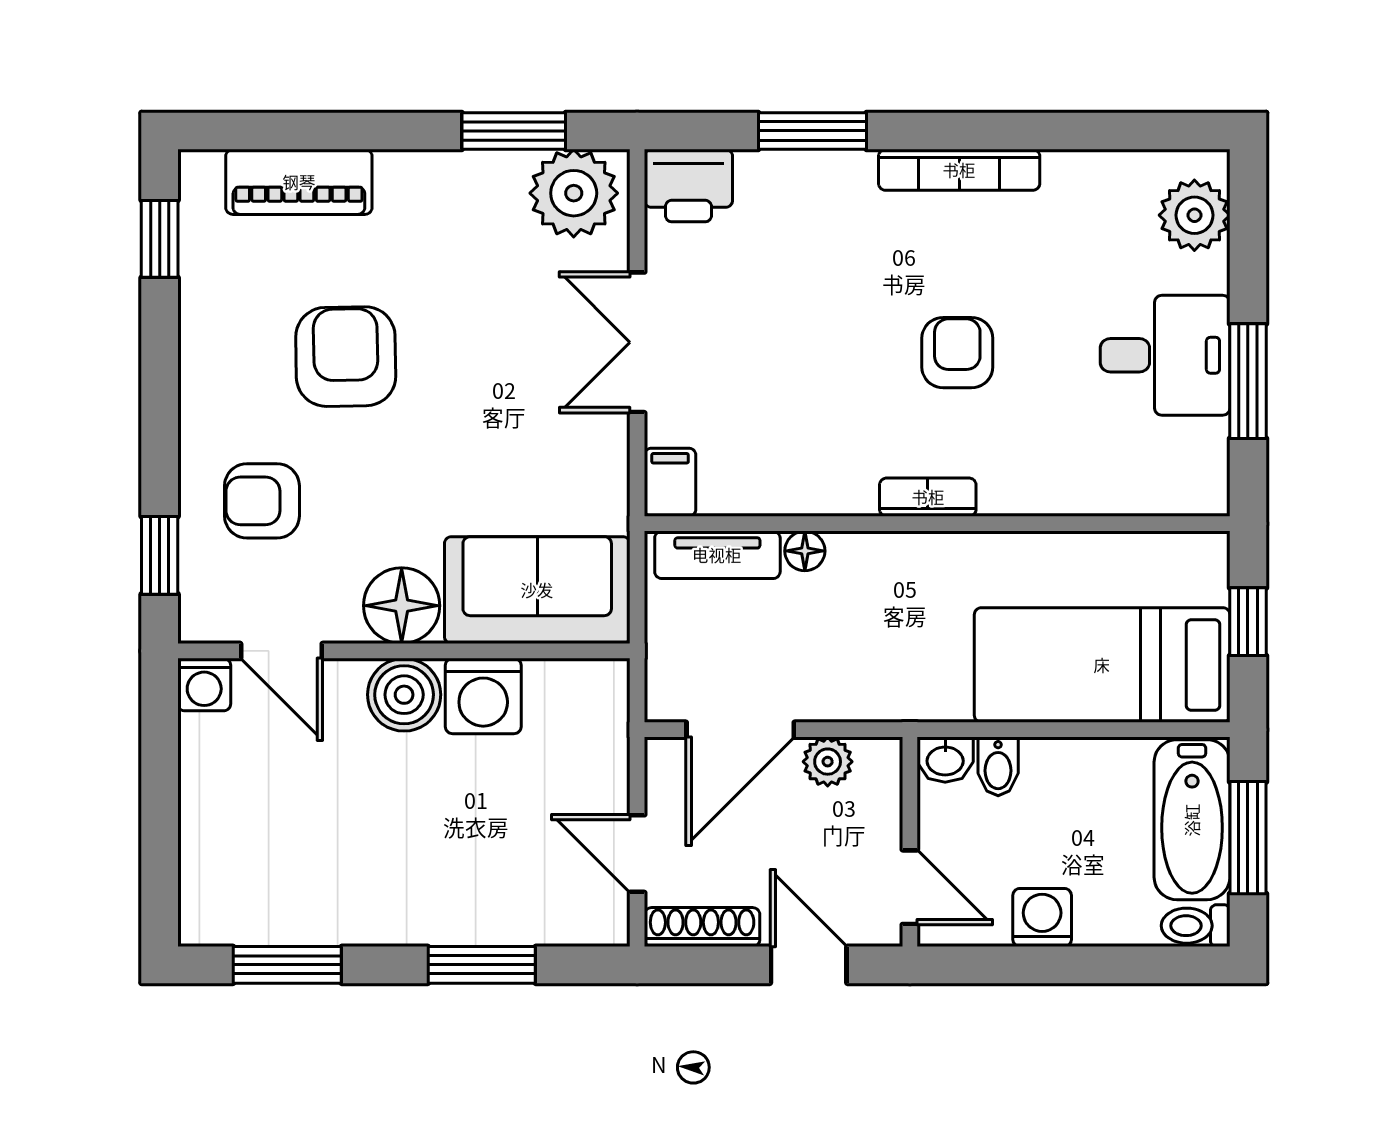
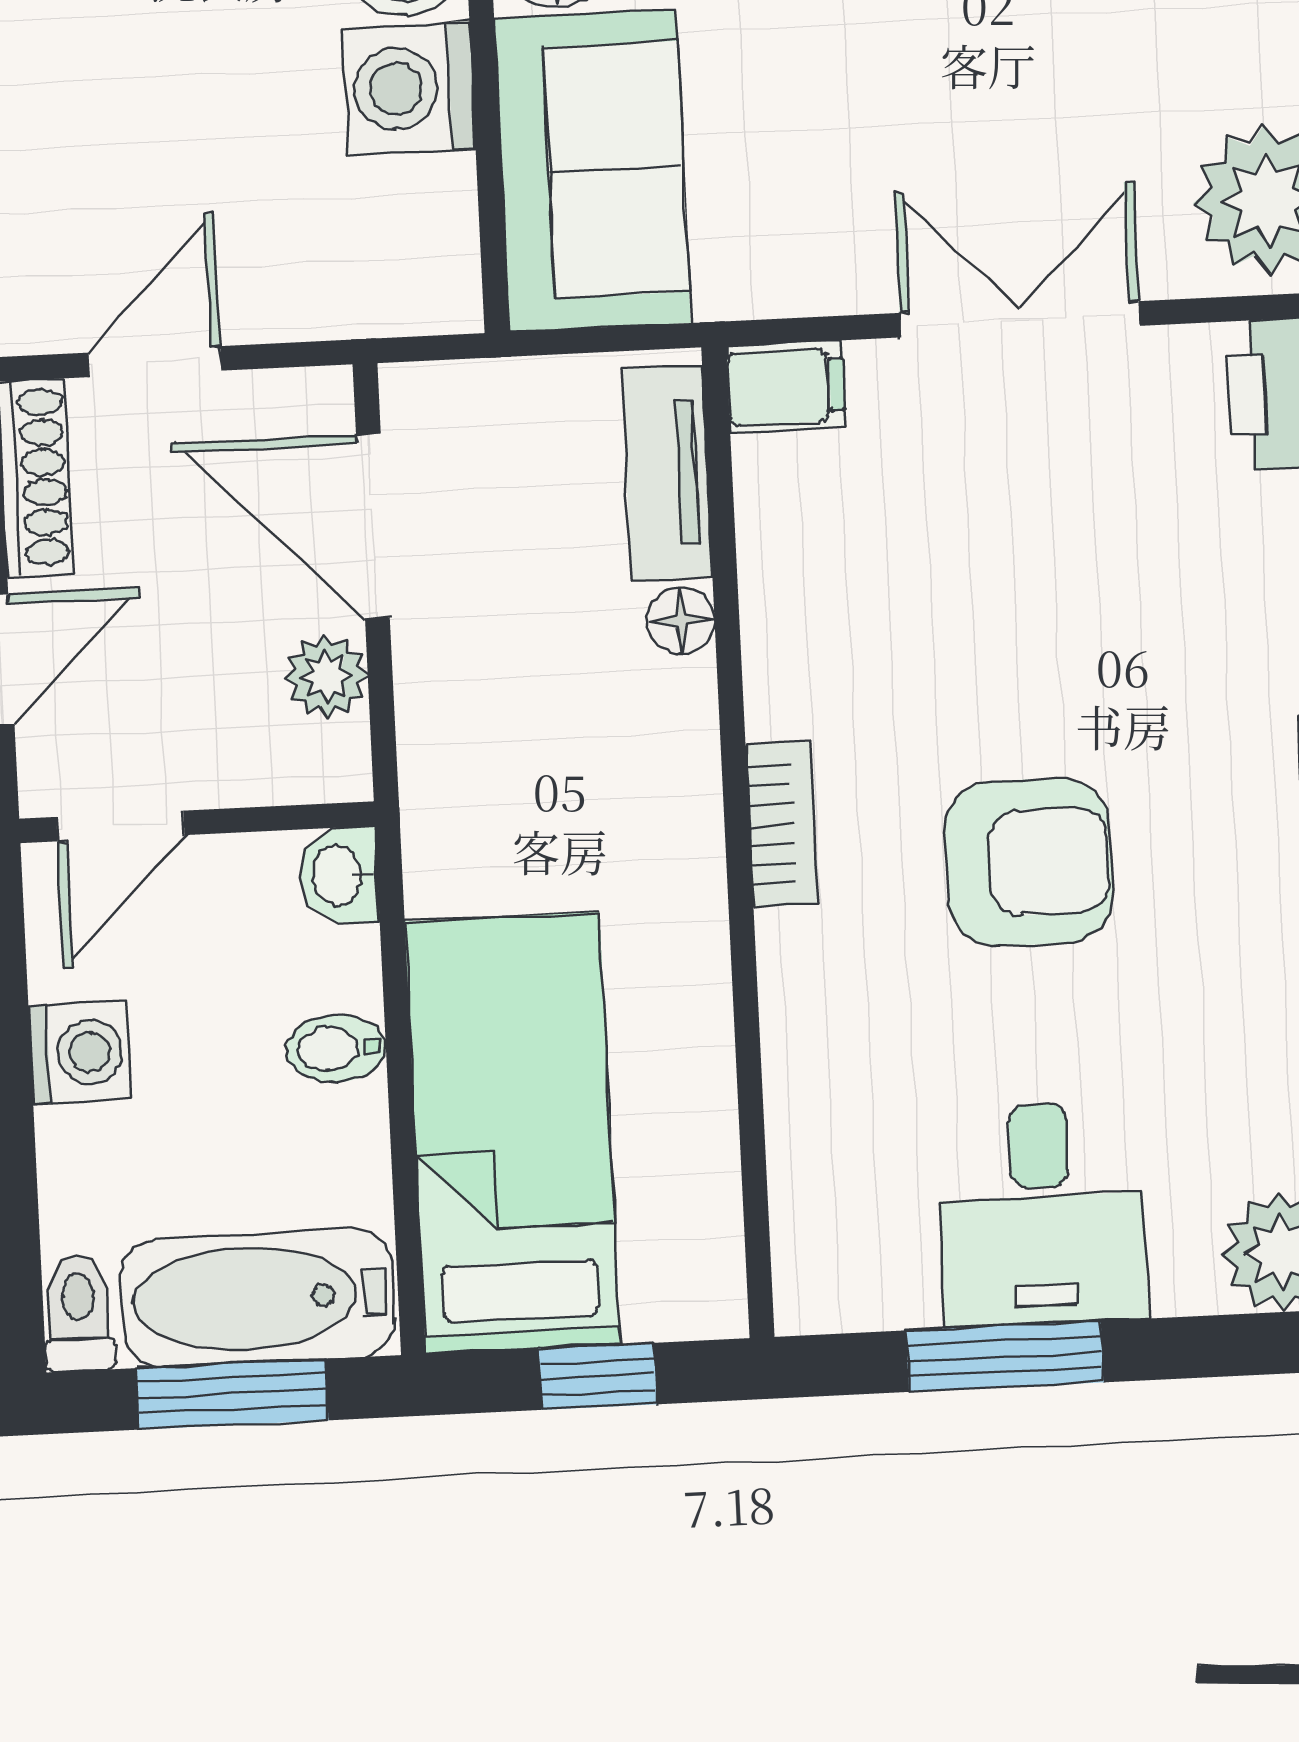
armchair: (957, 353) -> (1029, 862), width x1.38, depth x1.38
bidet: (998, 766) -> (336, 1048), moved

